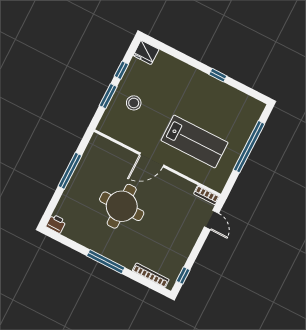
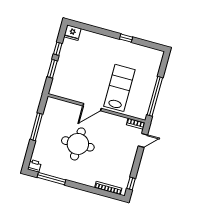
stool: (134, 103) -> (71, 70), removed
lab bench: (195, 142) -> (119, 88), turned -90
window: (249, 147) -> (155, 96), moved
door: (212, 220) -> (143, 140), hinge flipped
window: (106, 262) -> (51, 179), moved

